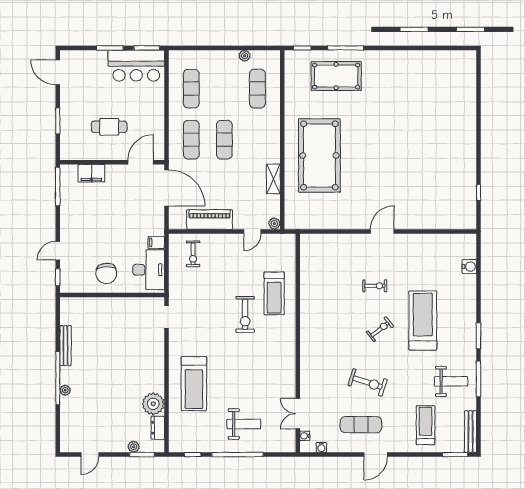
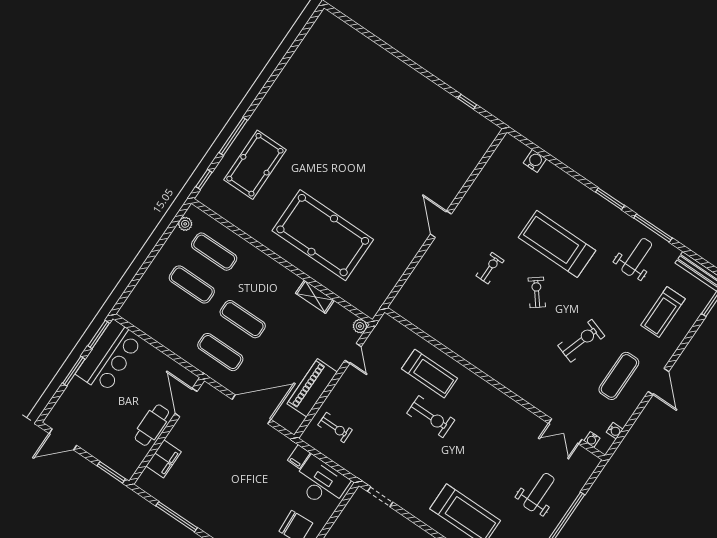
plant: (245, 56) -> (185, 224), moved
exercise mat: (191, 89) -> (192, 284), moved
wall: (112, 162) -> (167, 431), moved
door: (141, 162) -> (186, 402), moved
filing cabinet: (91, 173) -> (164, 459), moved
treadmill: (425, 425) -> (663, 312), turned -90

